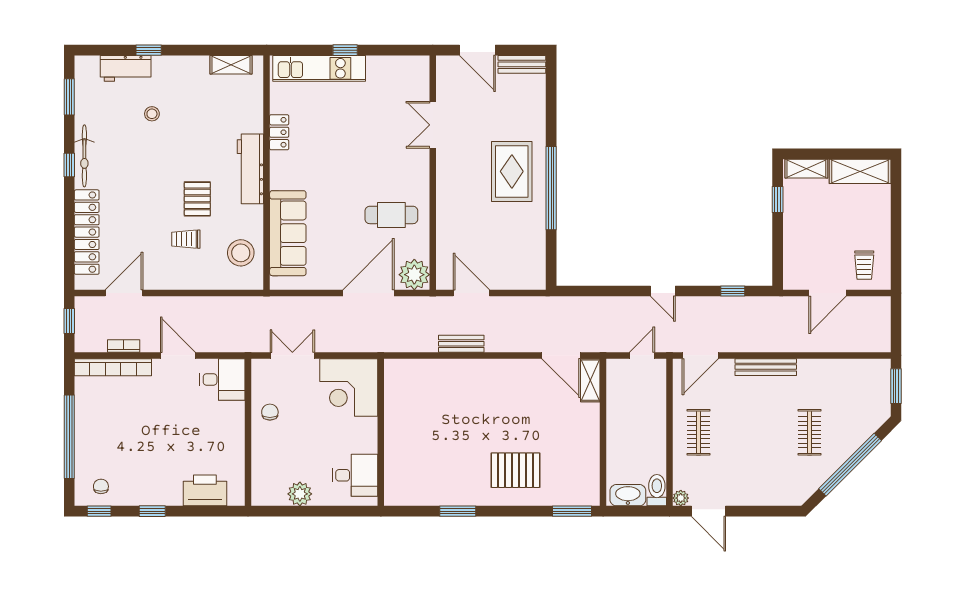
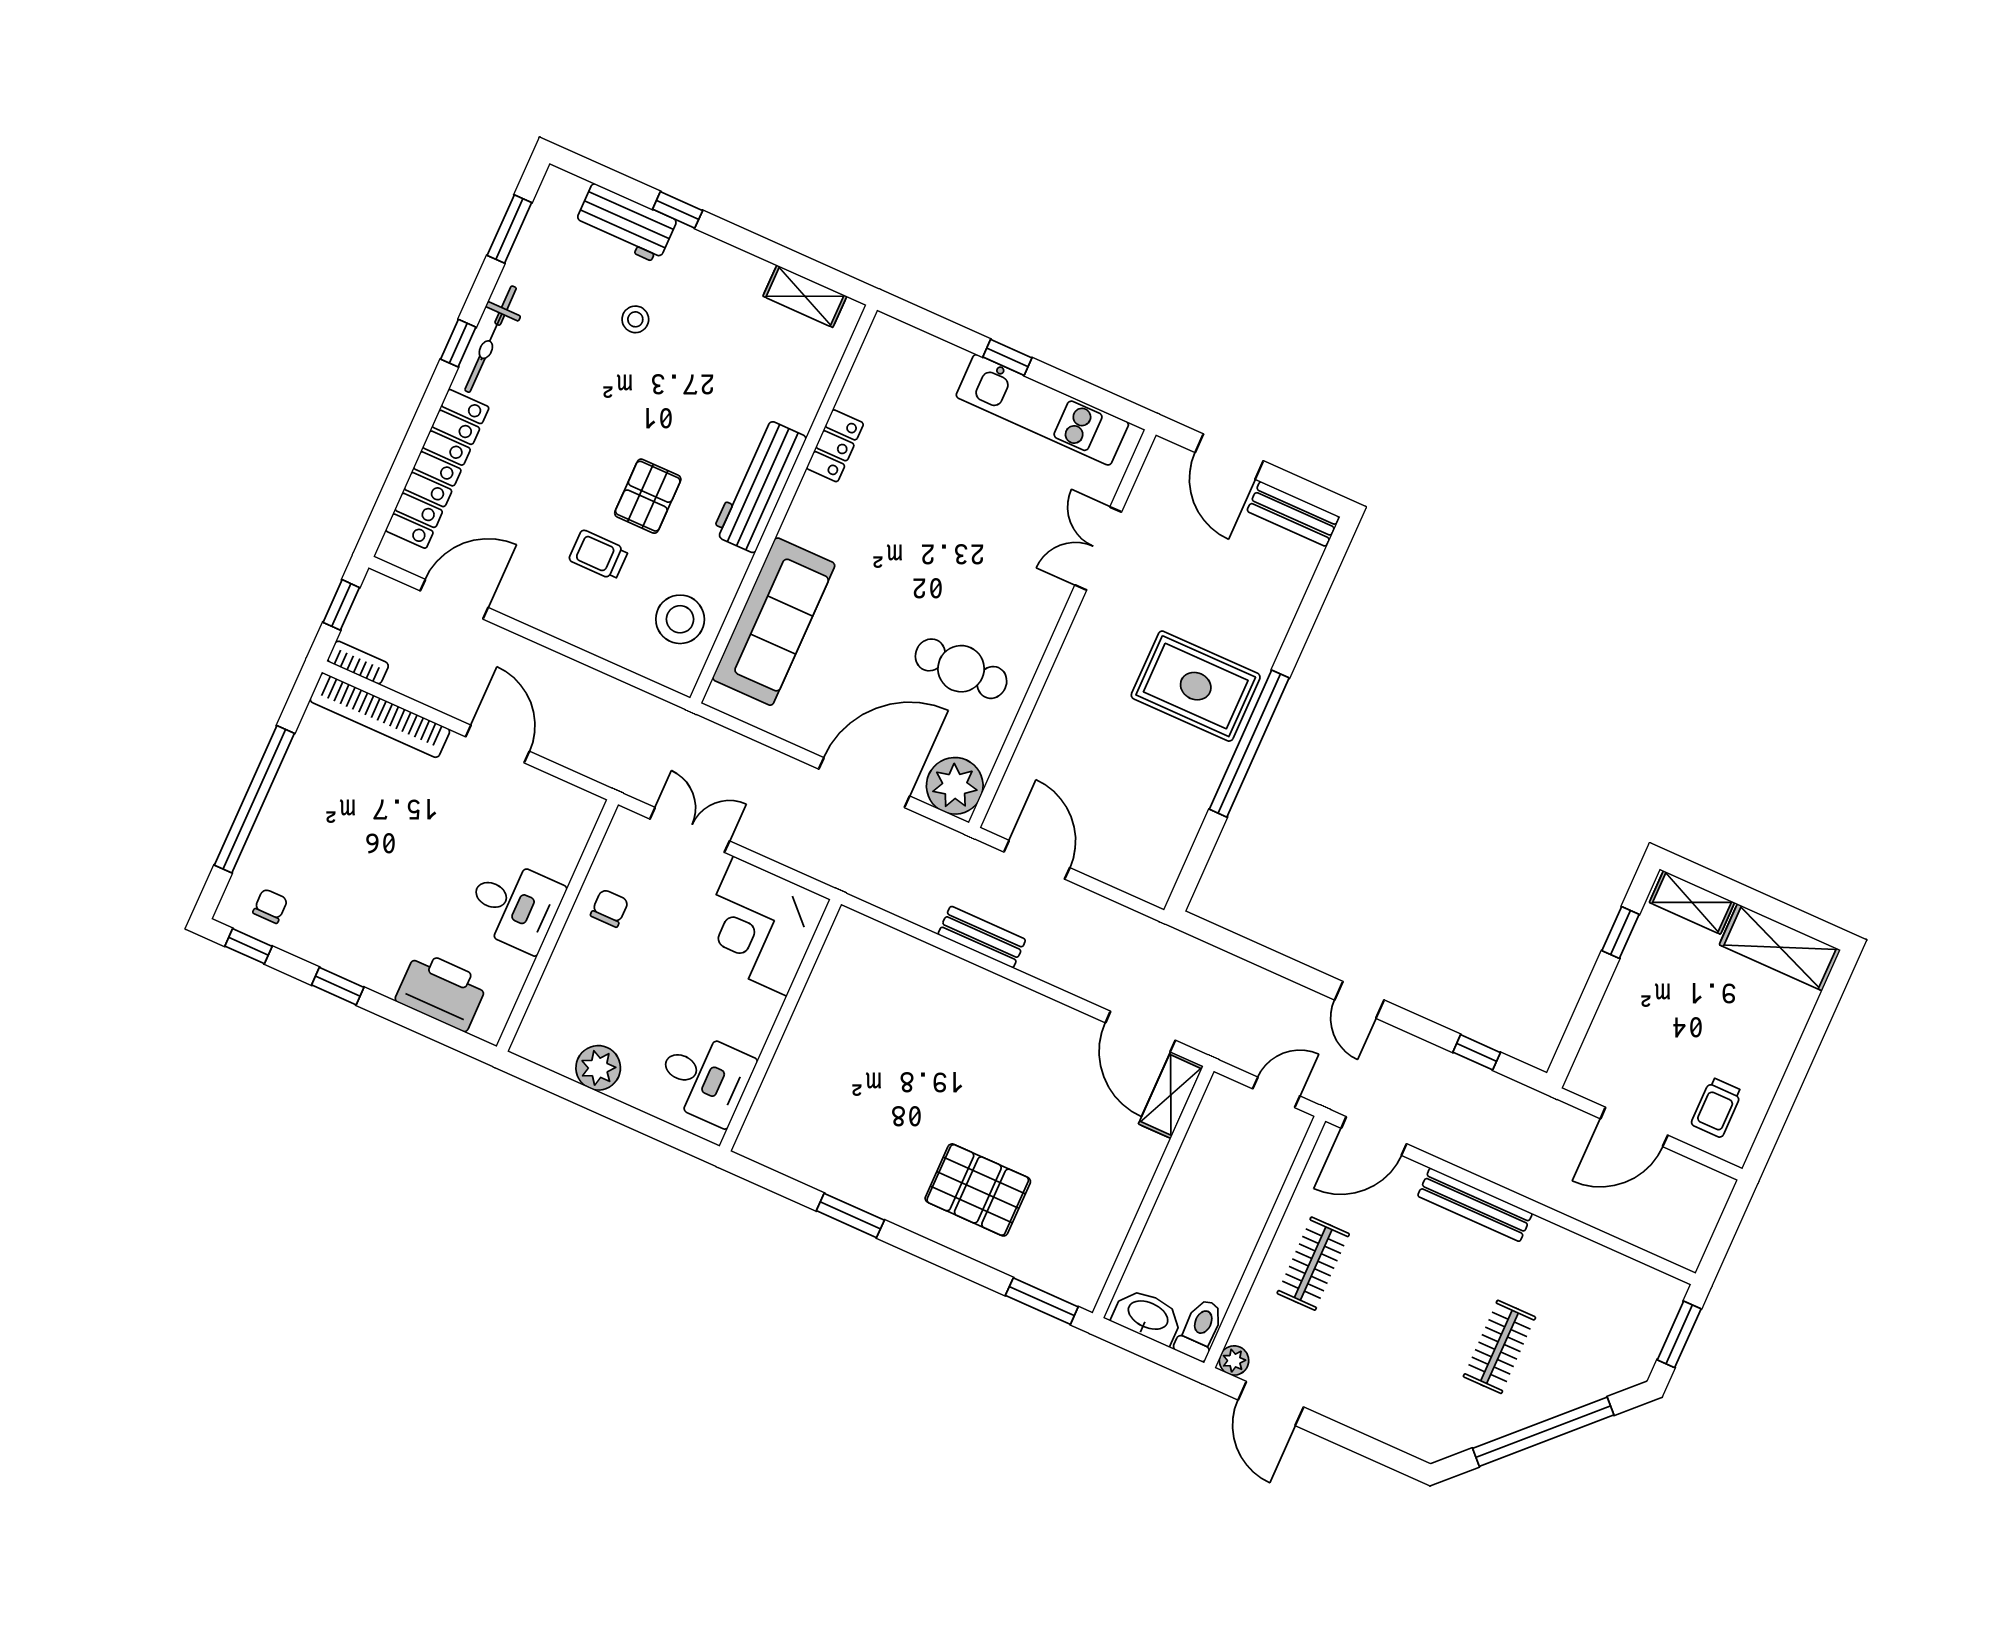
kitchen unit: (319, 68) -> (1042, 410), moved
rug: (512, 171) -> (1196, 686), turned 90
bookcase: (124, 346) -> (358, 663), moved
desk: (222, 379) -> (515, 905), moved

